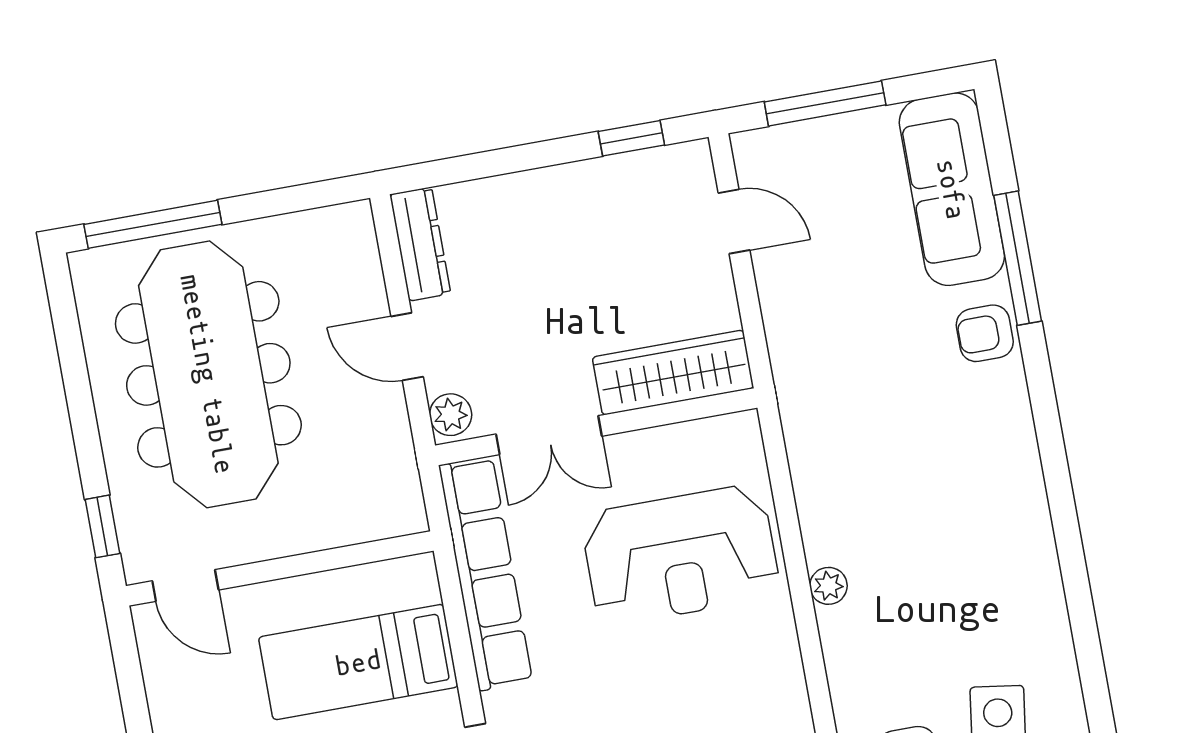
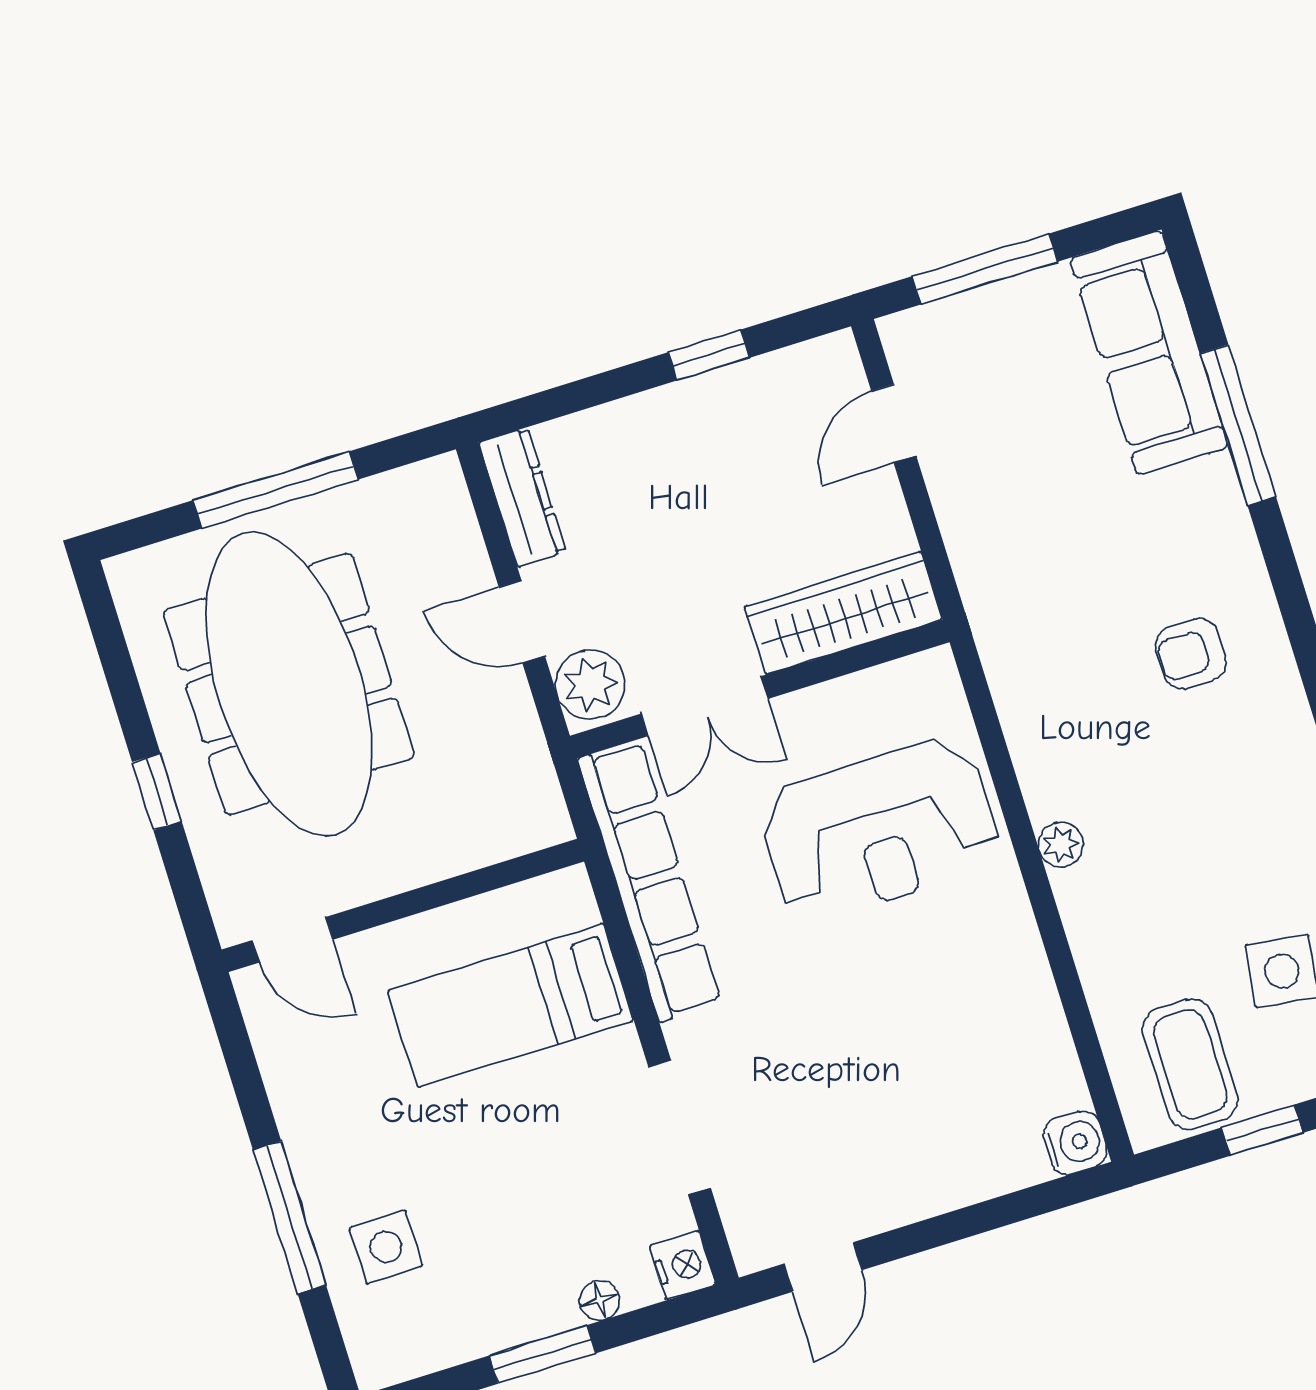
window: (631, 138) -> (709, 355), moved
door: (734, 221) -> (894, 423), swing flipped
window: (153, 224) -> (276, 490), moved
armchair: (985, 333) -> (1191, 654), moved
plant: (451, 415) -> (590, 685), width x1.38, depth x1.38
window: (102, 526) -> (157, 792), moved

